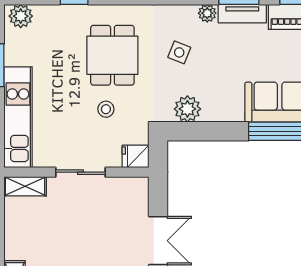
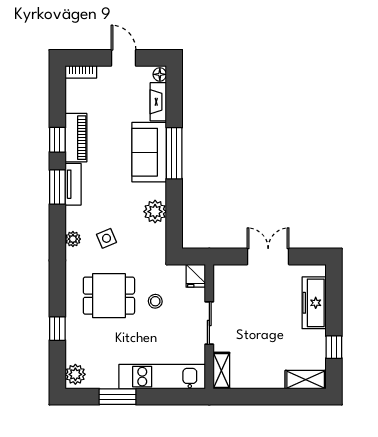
plant: (207, 13) -> (73, 239), moved
side table: (179, 52) -> (106, 238), turned 45
plant: (187, 109) -> (155, 212), moved

